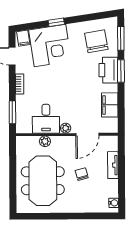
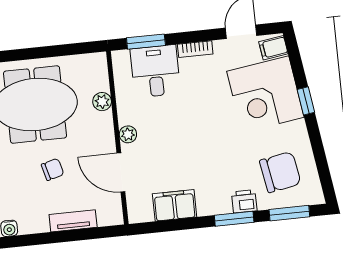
printer: (108, 70) -> (244, 201), width x0.53, depth x0.68
desk: (46, 119) -> (155, 71), moved, turned 90

